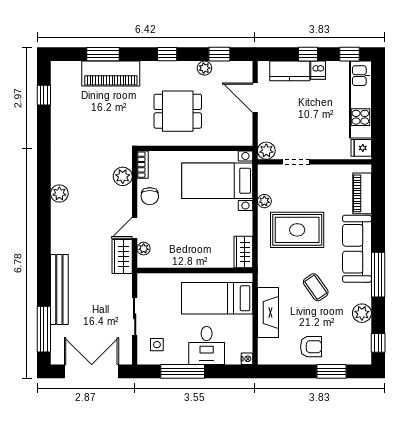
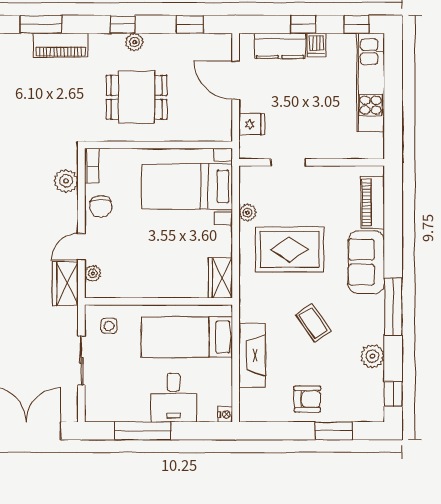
plant: (204, 68) -> (135, 42), moved
piano: (111, 74) -> (61, 45), width x0.73, depth x0.75
fridge: (361, 148) -> (252, 124), moved, turned 180
plant: (266, 151) -> (250, 148), removed
sofa: (357, 249) -> (366, 262), width x0.73
side table: (157, 345) -> (109, 326), moved

